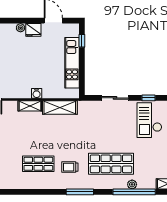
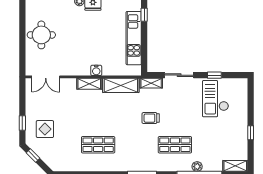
shelving: (89, 105) -> (151, 83), added
shop shelf: (111, 164) -> (175, 145), width x0.70, depth x0.74
trolley: (70, 167) -> (151, 118), moved

